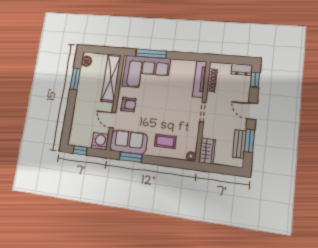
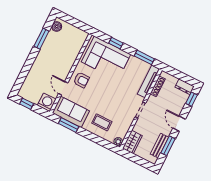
window: (151, 54) -> (116, 43), width x0.46
window: (186, 56) -> (144, 57), added
shelving: (111, 78) -> (74, 51), removed

